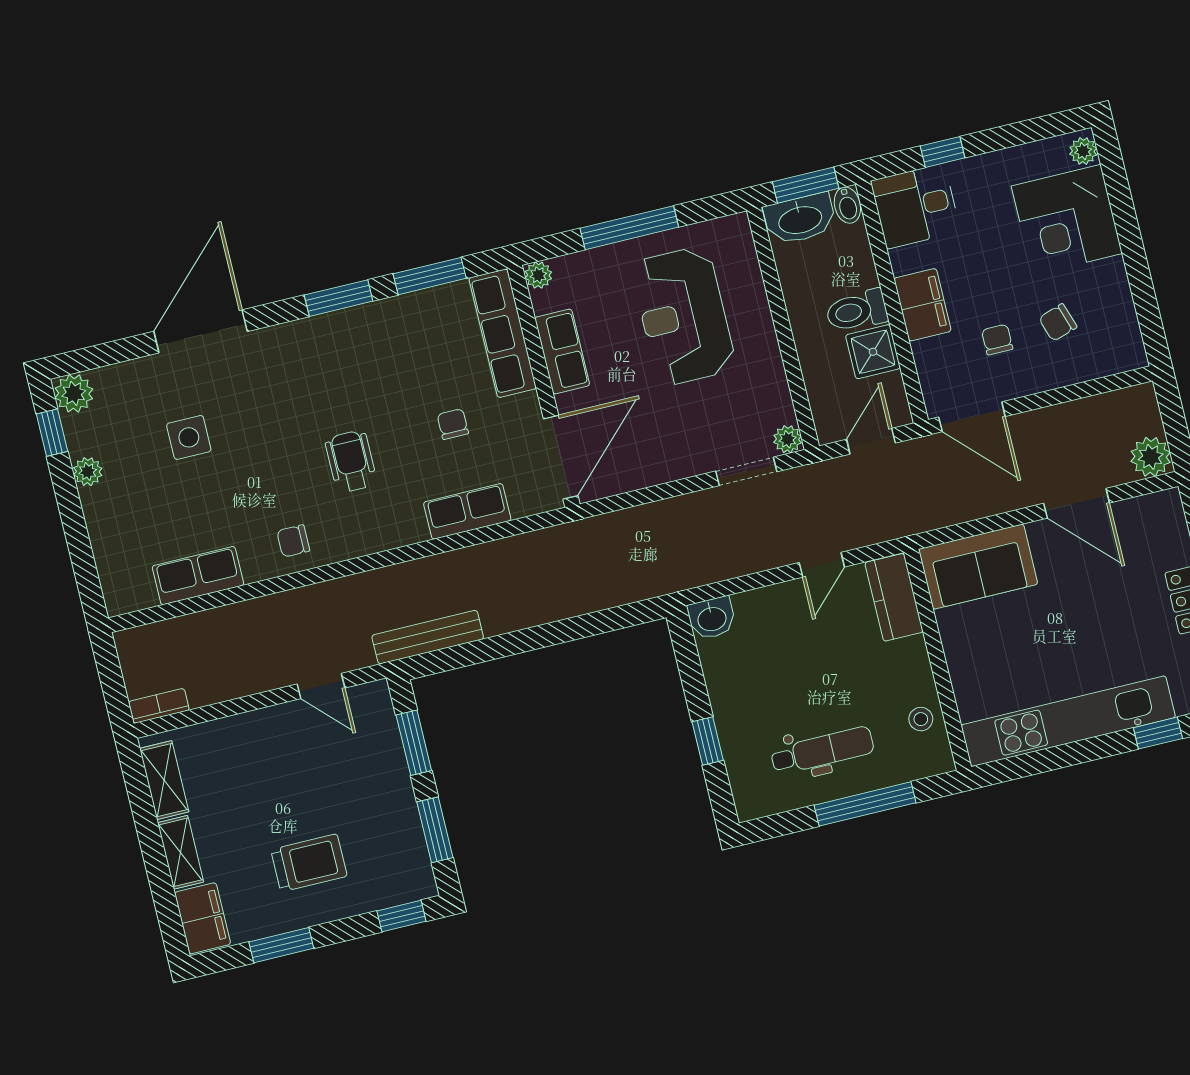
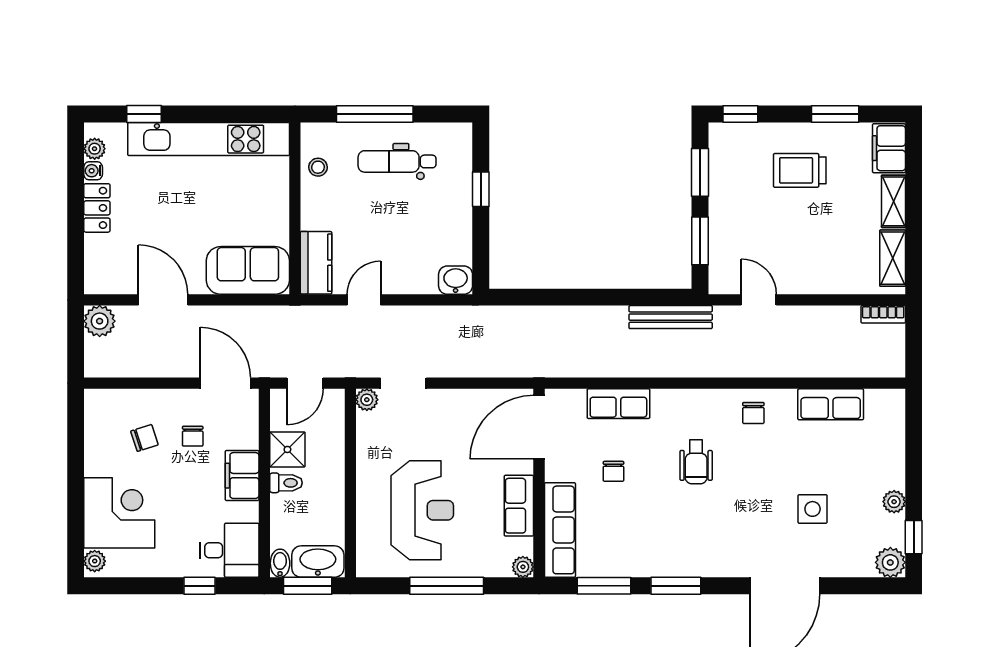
toilet: (857, 311) -> (286, 483), width x0.73, depth x0.72
chair: (293, 541) -> (753, 413), turned 90

